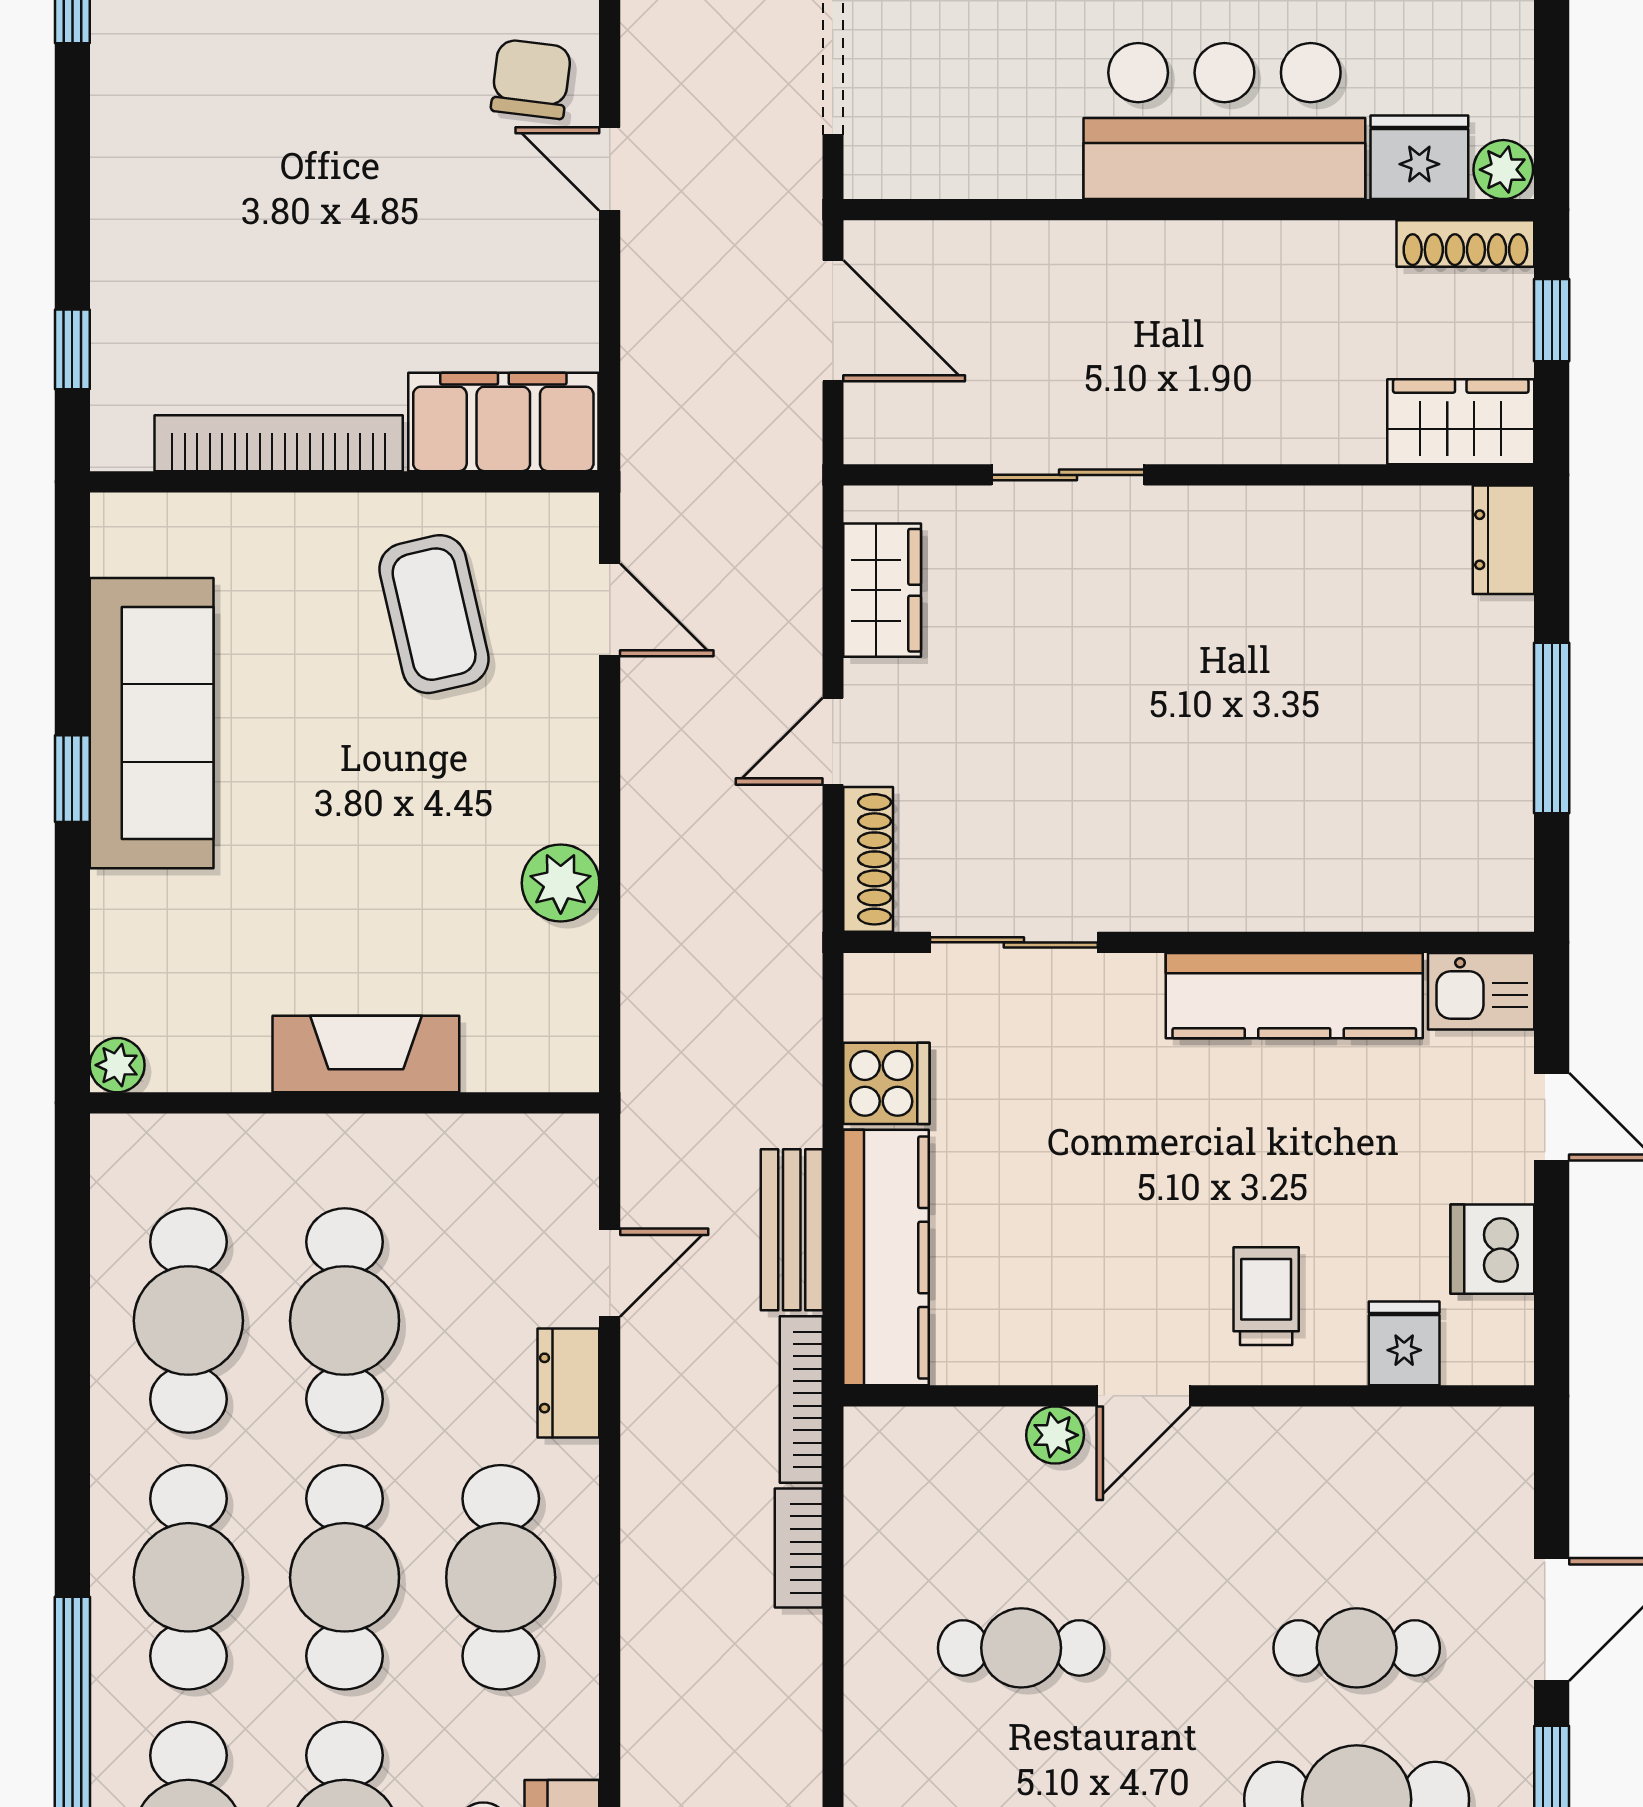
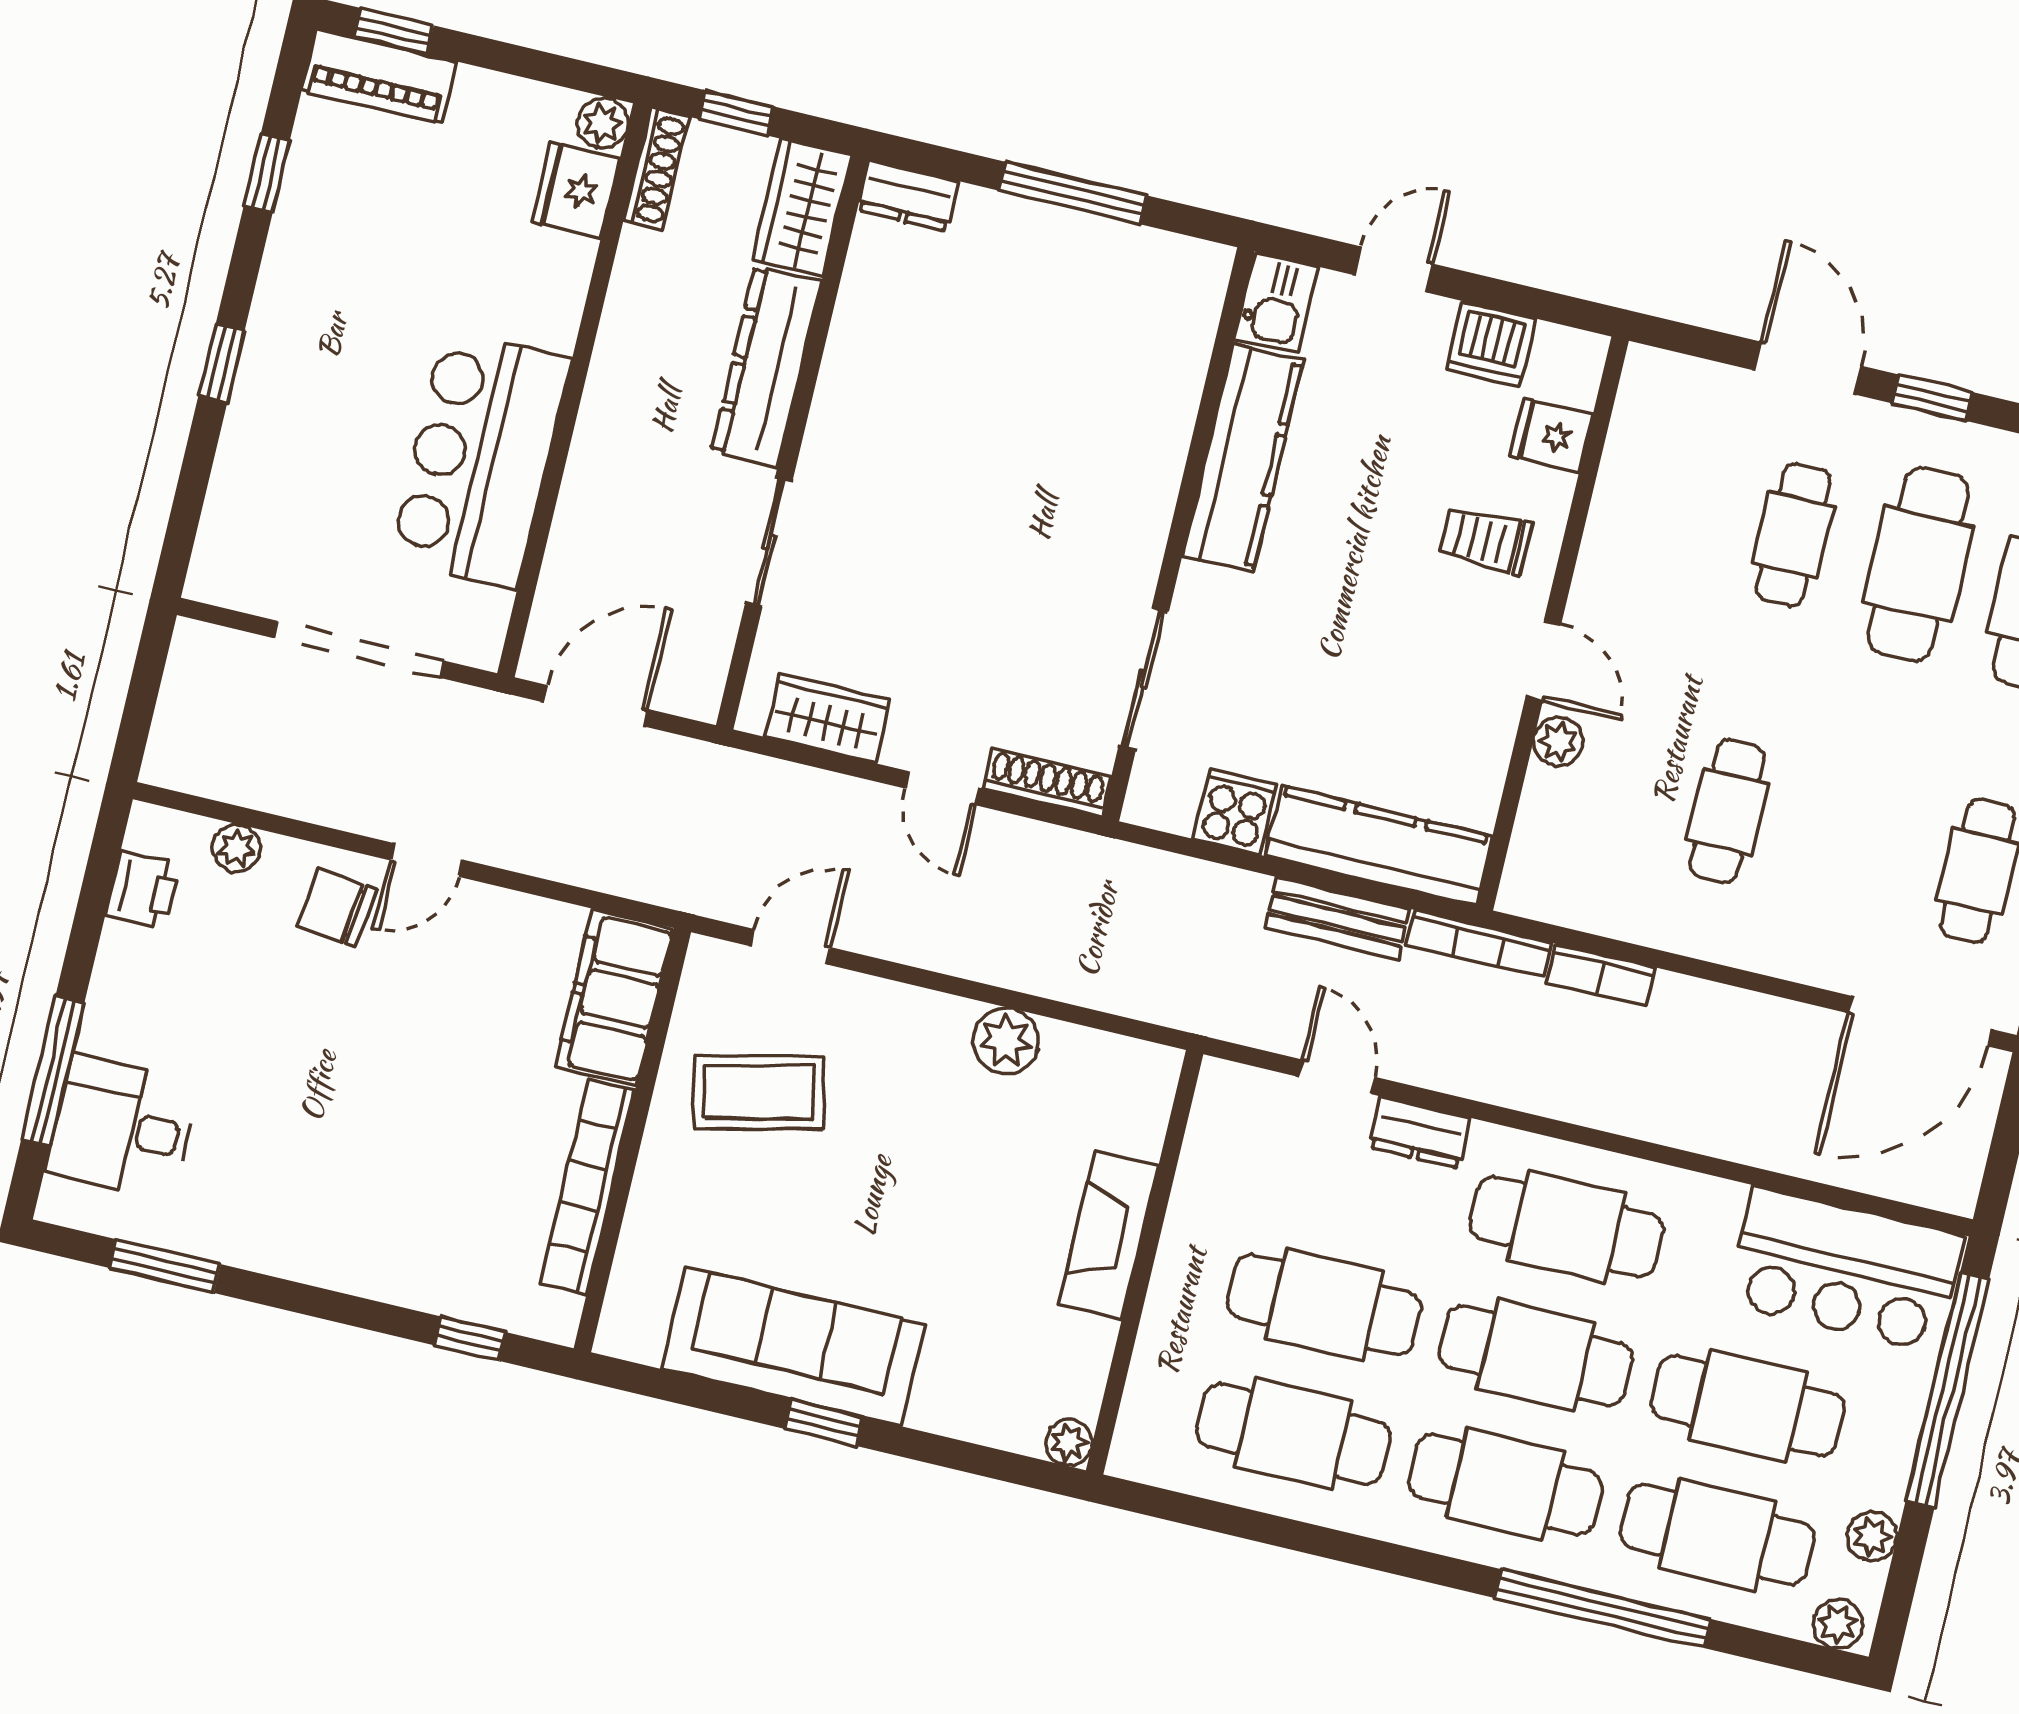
bar counter: (1224, 121) -> (480, 459), moved
dresser: (1269, 424) -> (766, 366), added

